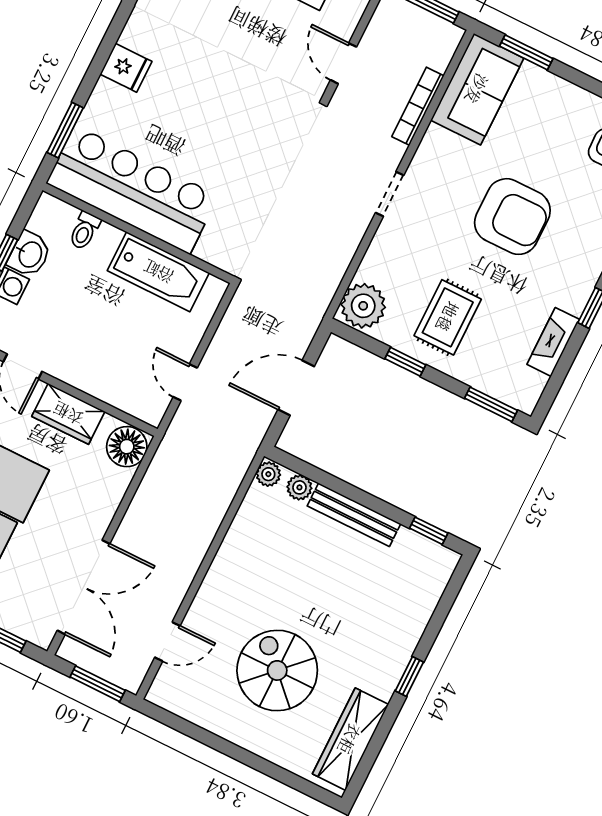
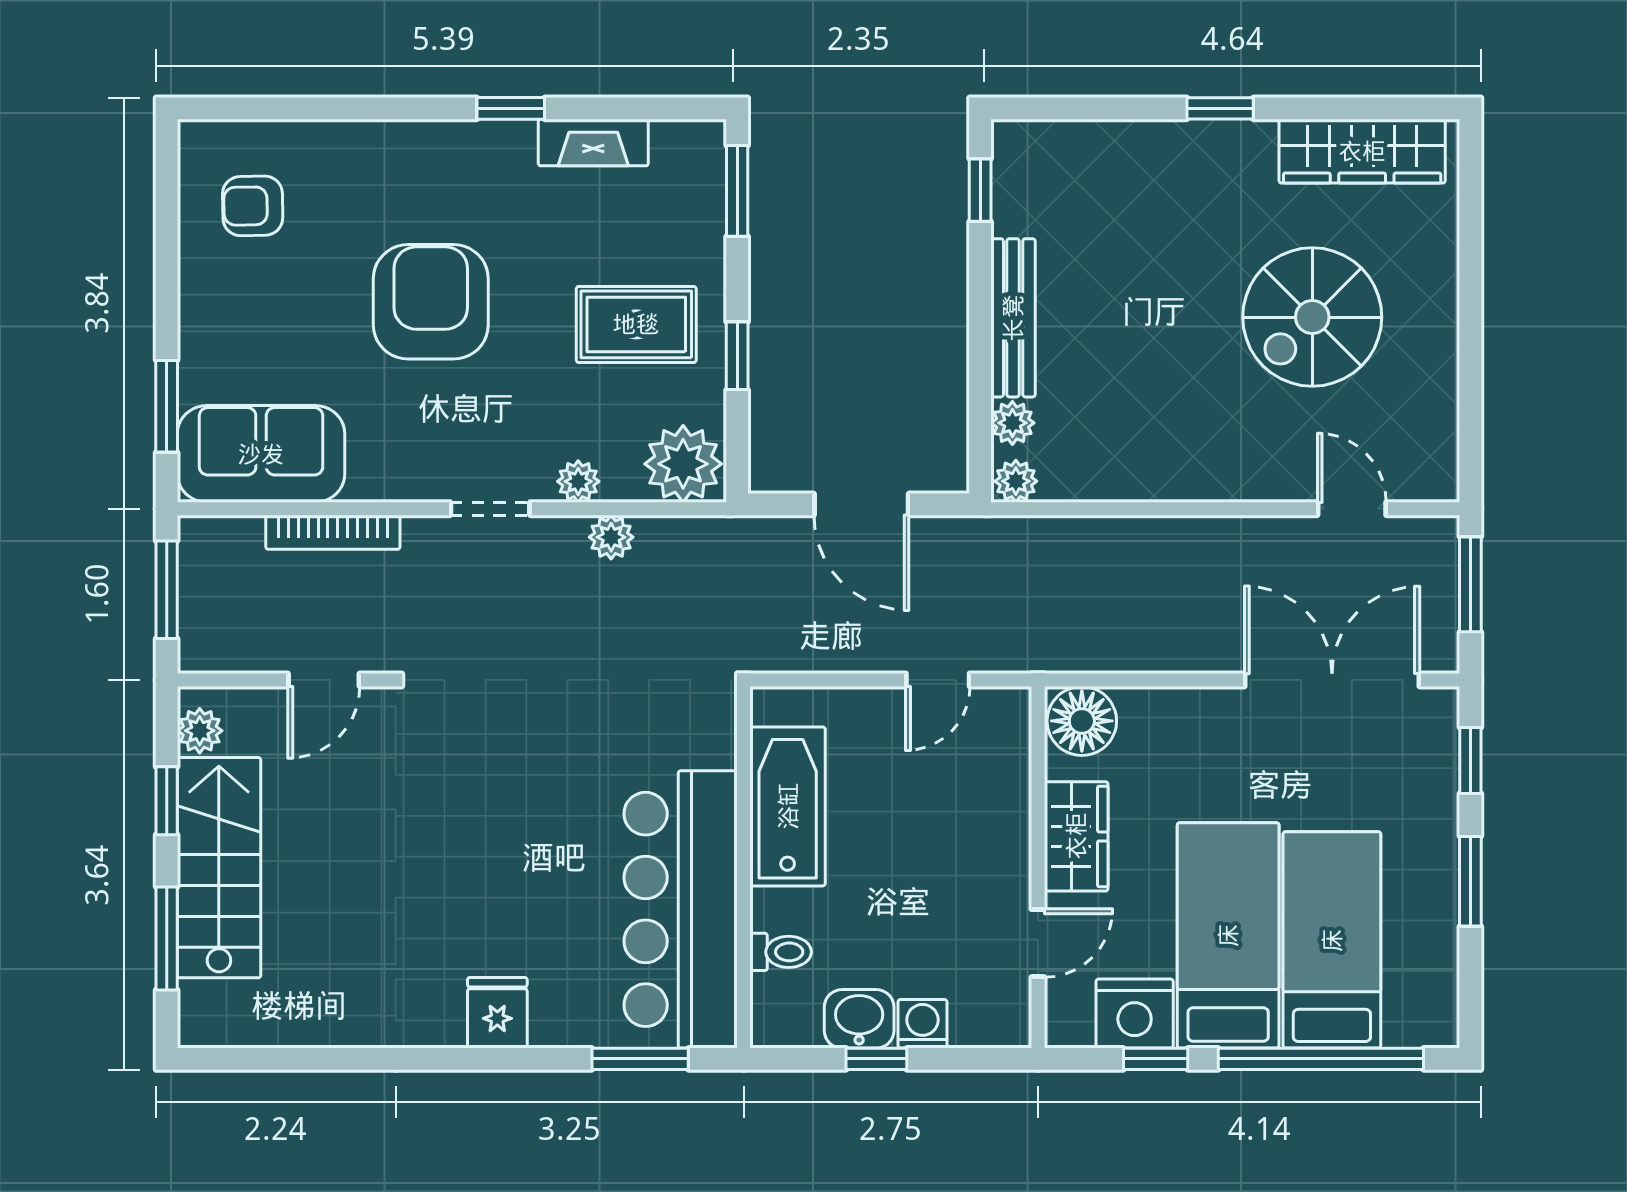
plant: (381, 247) -> (578, 481), added
plant: (344, 249) -> (611, 537), added

